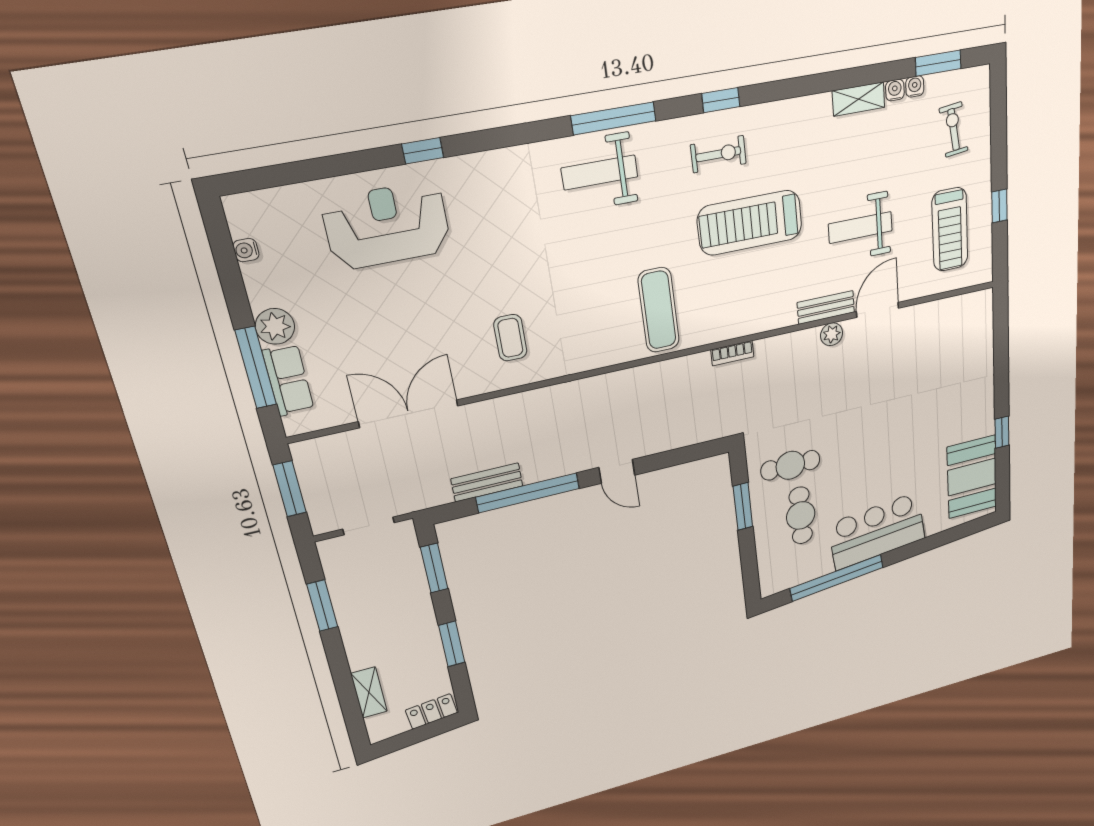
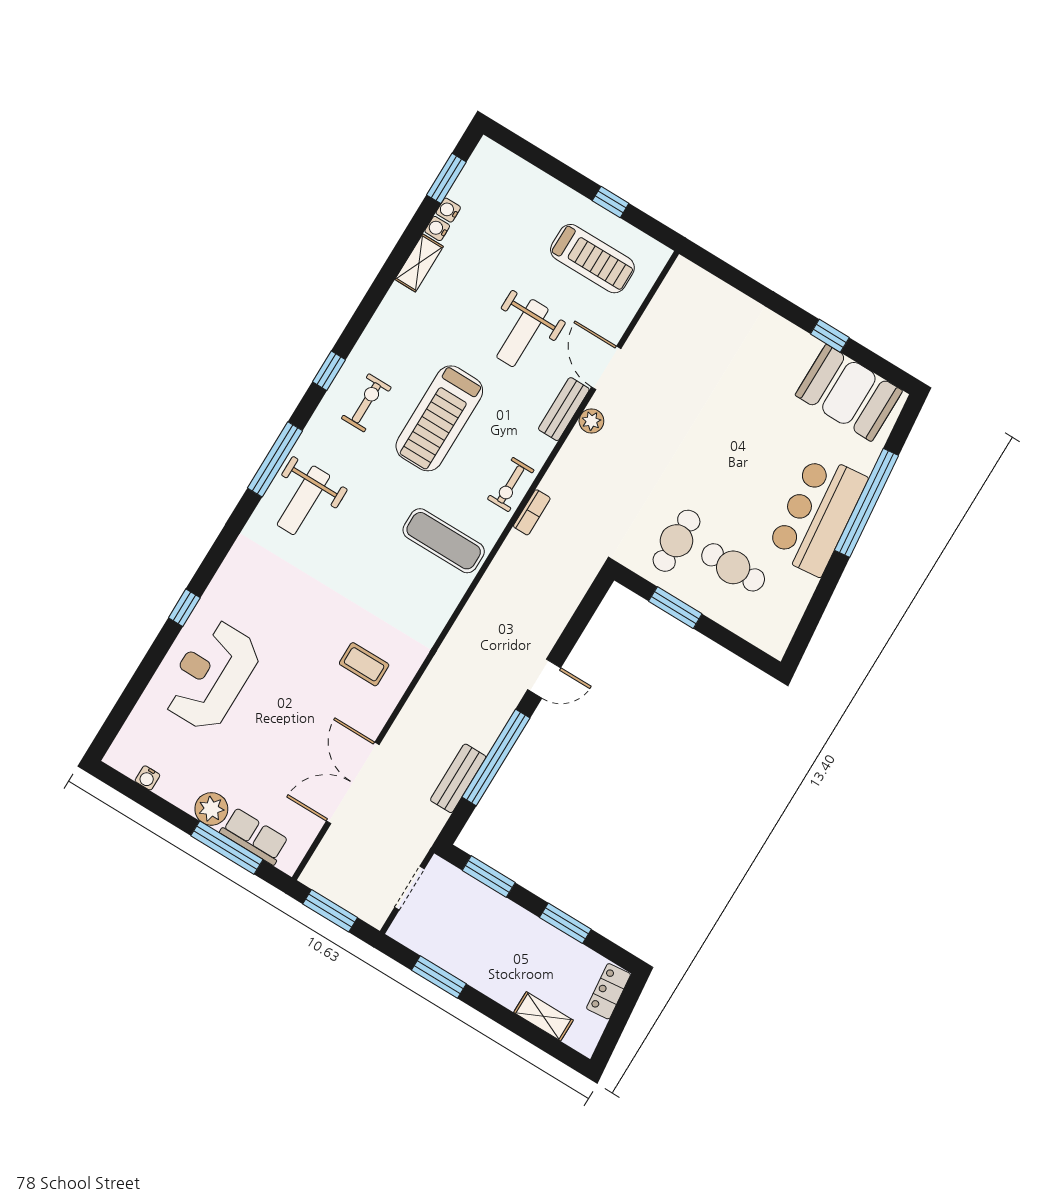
exercise bike: (954, 130) -> (511, 484), moved, turned -83
window: (837, 578) -> (867, 503), moved

